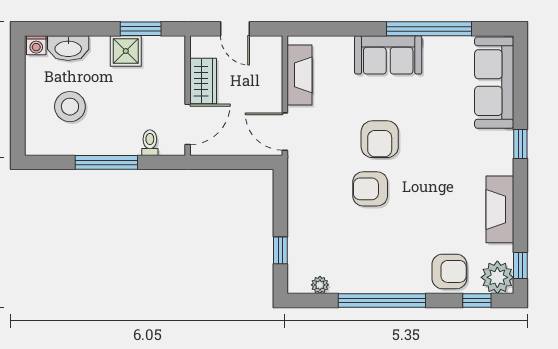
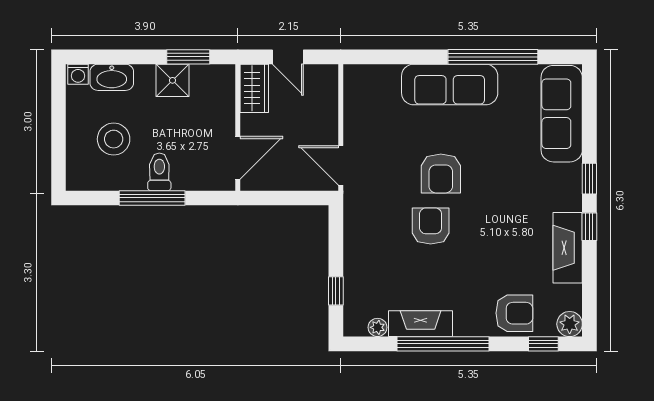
sofa: (388, 55) -> (450, 84), width x1.36
fireplace: (300, 75) -> (421, 324), moved, turned -90
wardrobe: (203, 81) -> (254, 88), moved
toilet: (150, 143) -> (159, 172), moved, width x1.37, depth x1.39
armchair: (370, 189) -> (431, 226), turned 90
window: (520, 266) -> (589, 227), moved
plant: (497, 277) -> (570, 324), width x0.73, depth x0.73

